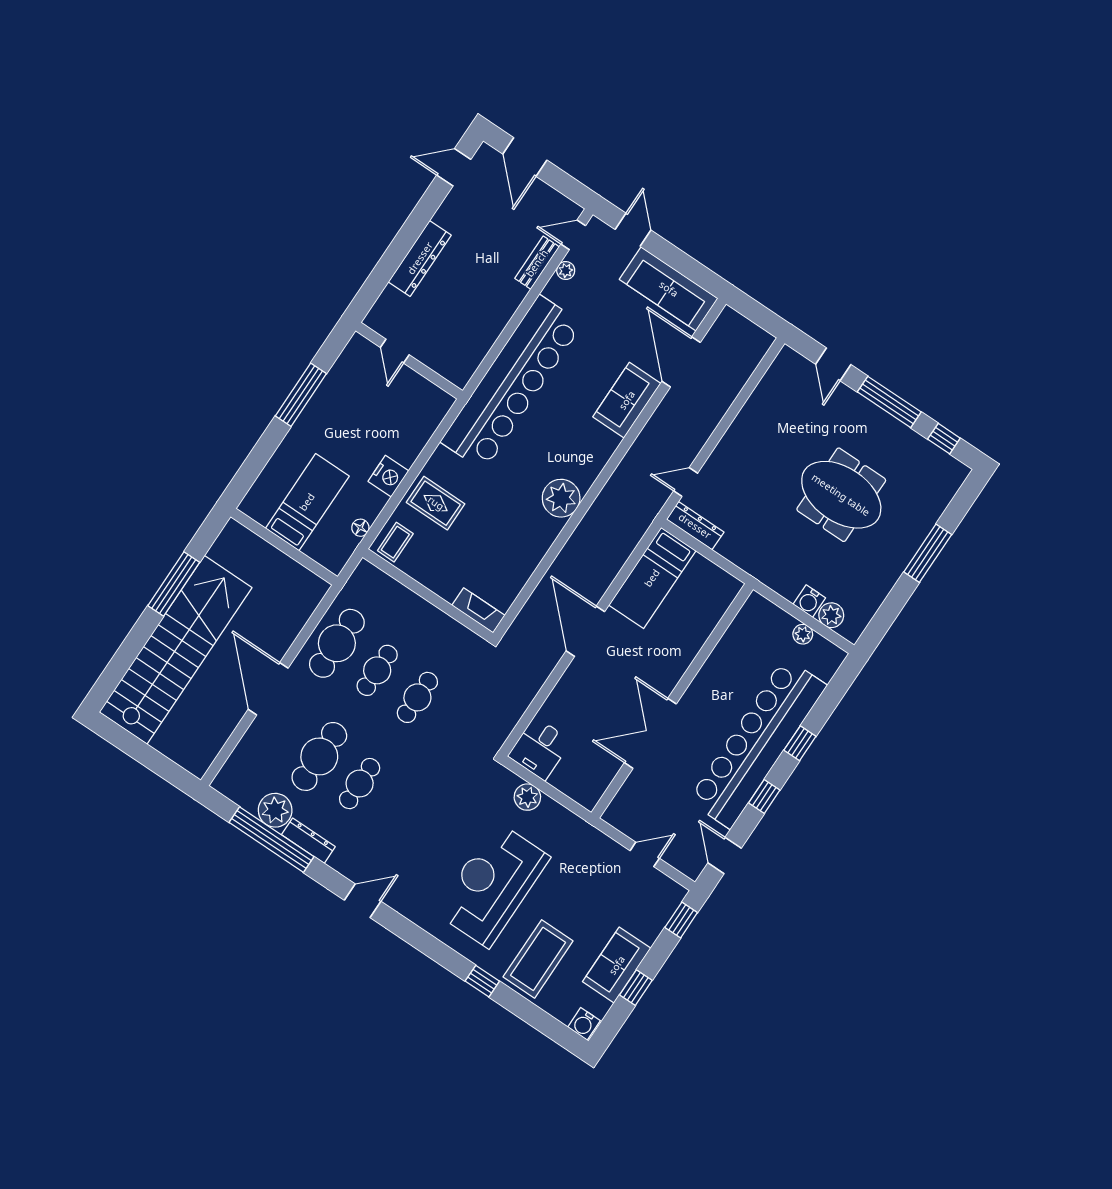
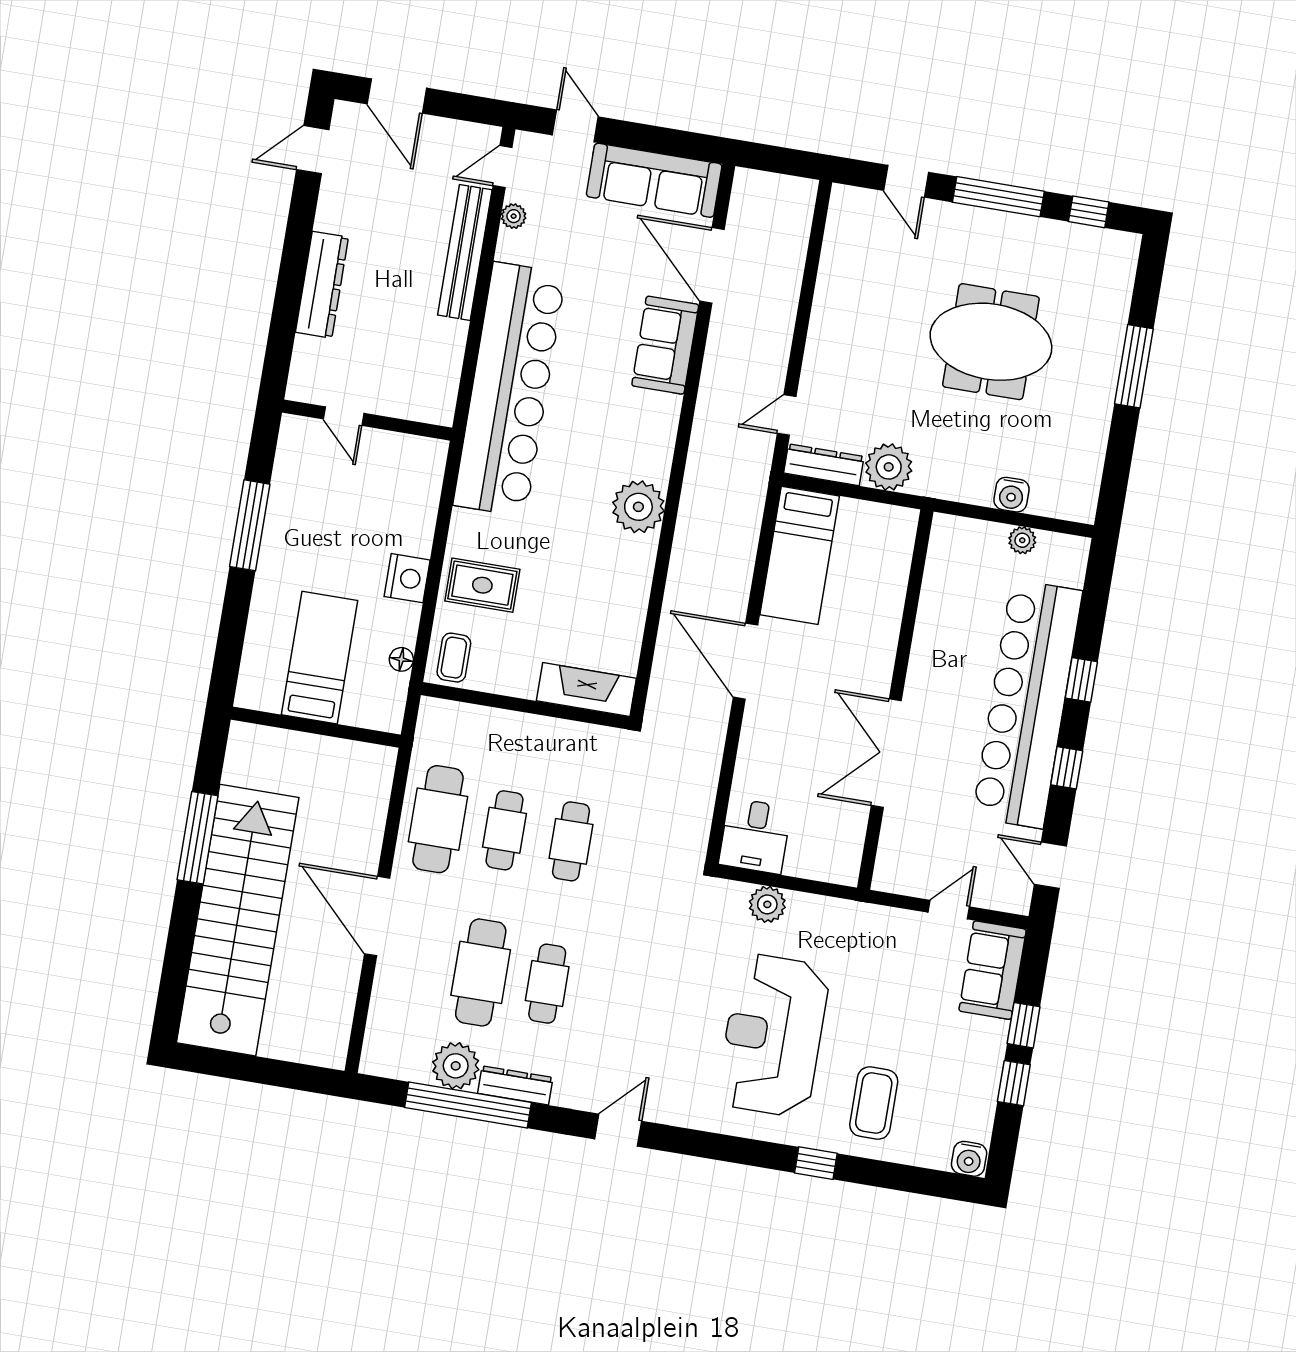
bench: (537, 263) -> (465, 252), width x1.86, depth x1.21
fireplace: (478, 610) -> (586, 690), width x1.37, depth x1.32
plant: (831, 615) -> (889, 467), moved, width x1.36, depth x1.36
window: (681, 920) -> (1024, 1025), moved
coffee table: (538, 959) -> (874, 1103), width x0.73, depth x0.76
sofa: (617, 965) -> (993, 970), moved

